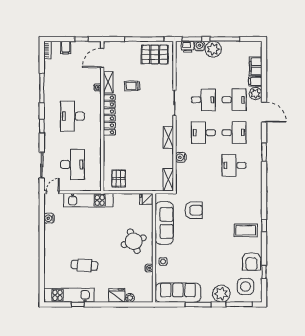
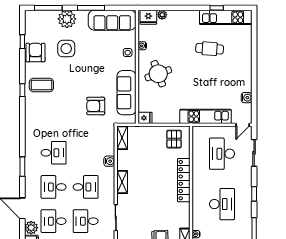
locker: (109, 115) -> (184, 180), moved
side table: (245, 286) -> (66, 49), moved
fridge: (117, 295) -> (148, 17), moved

